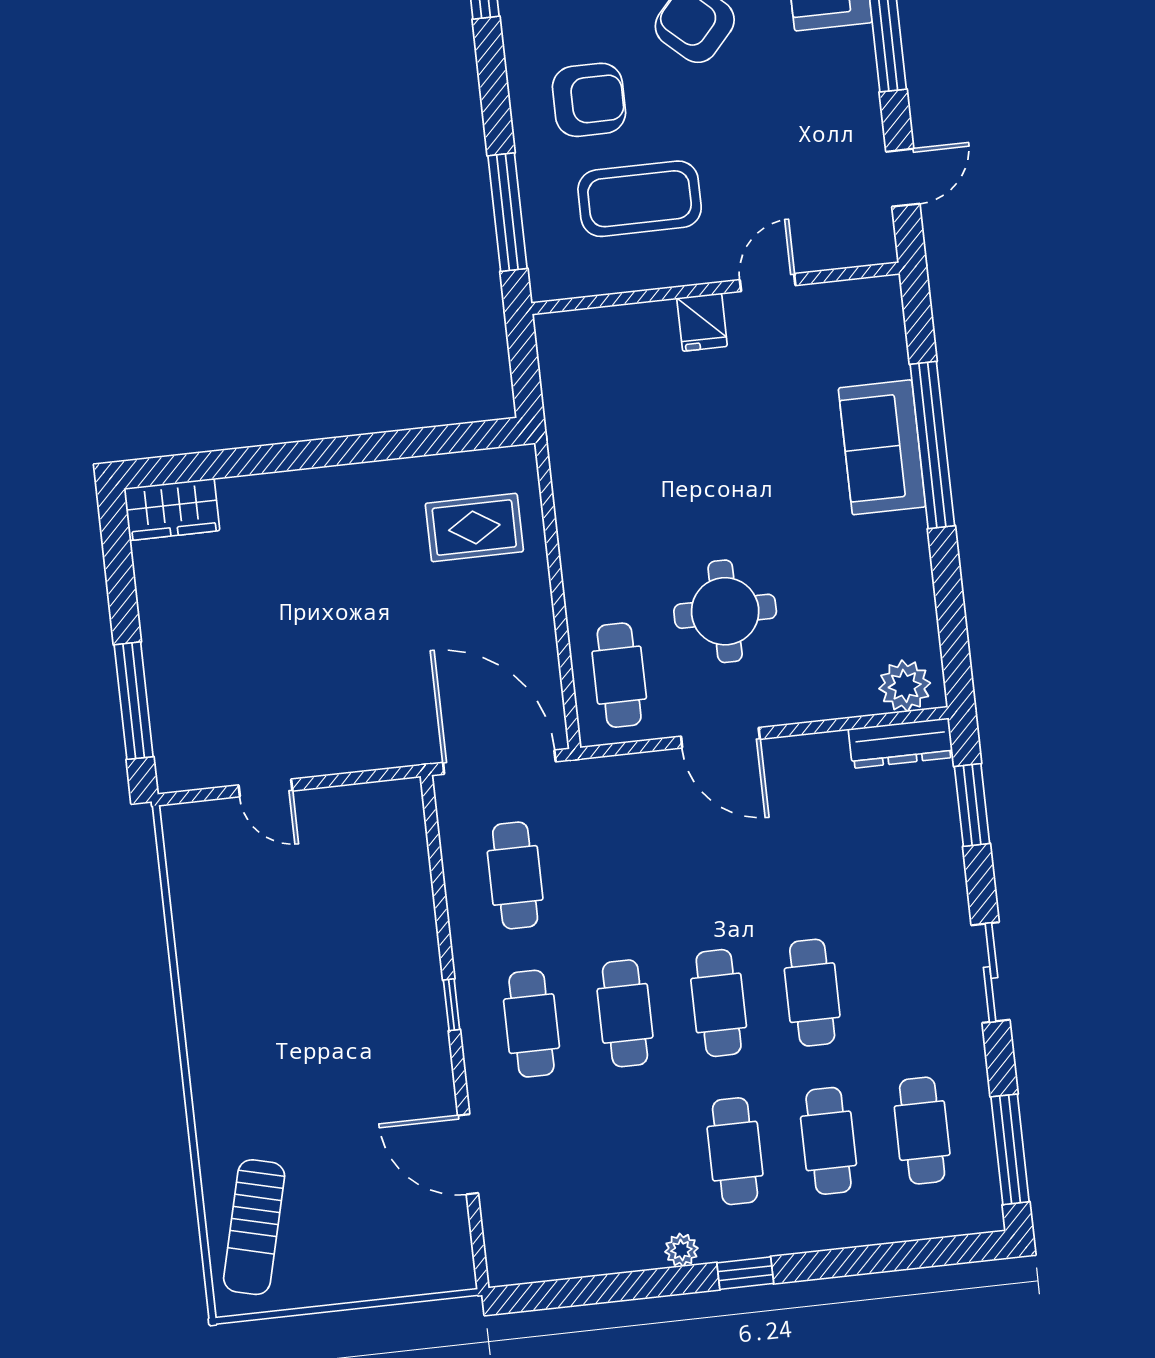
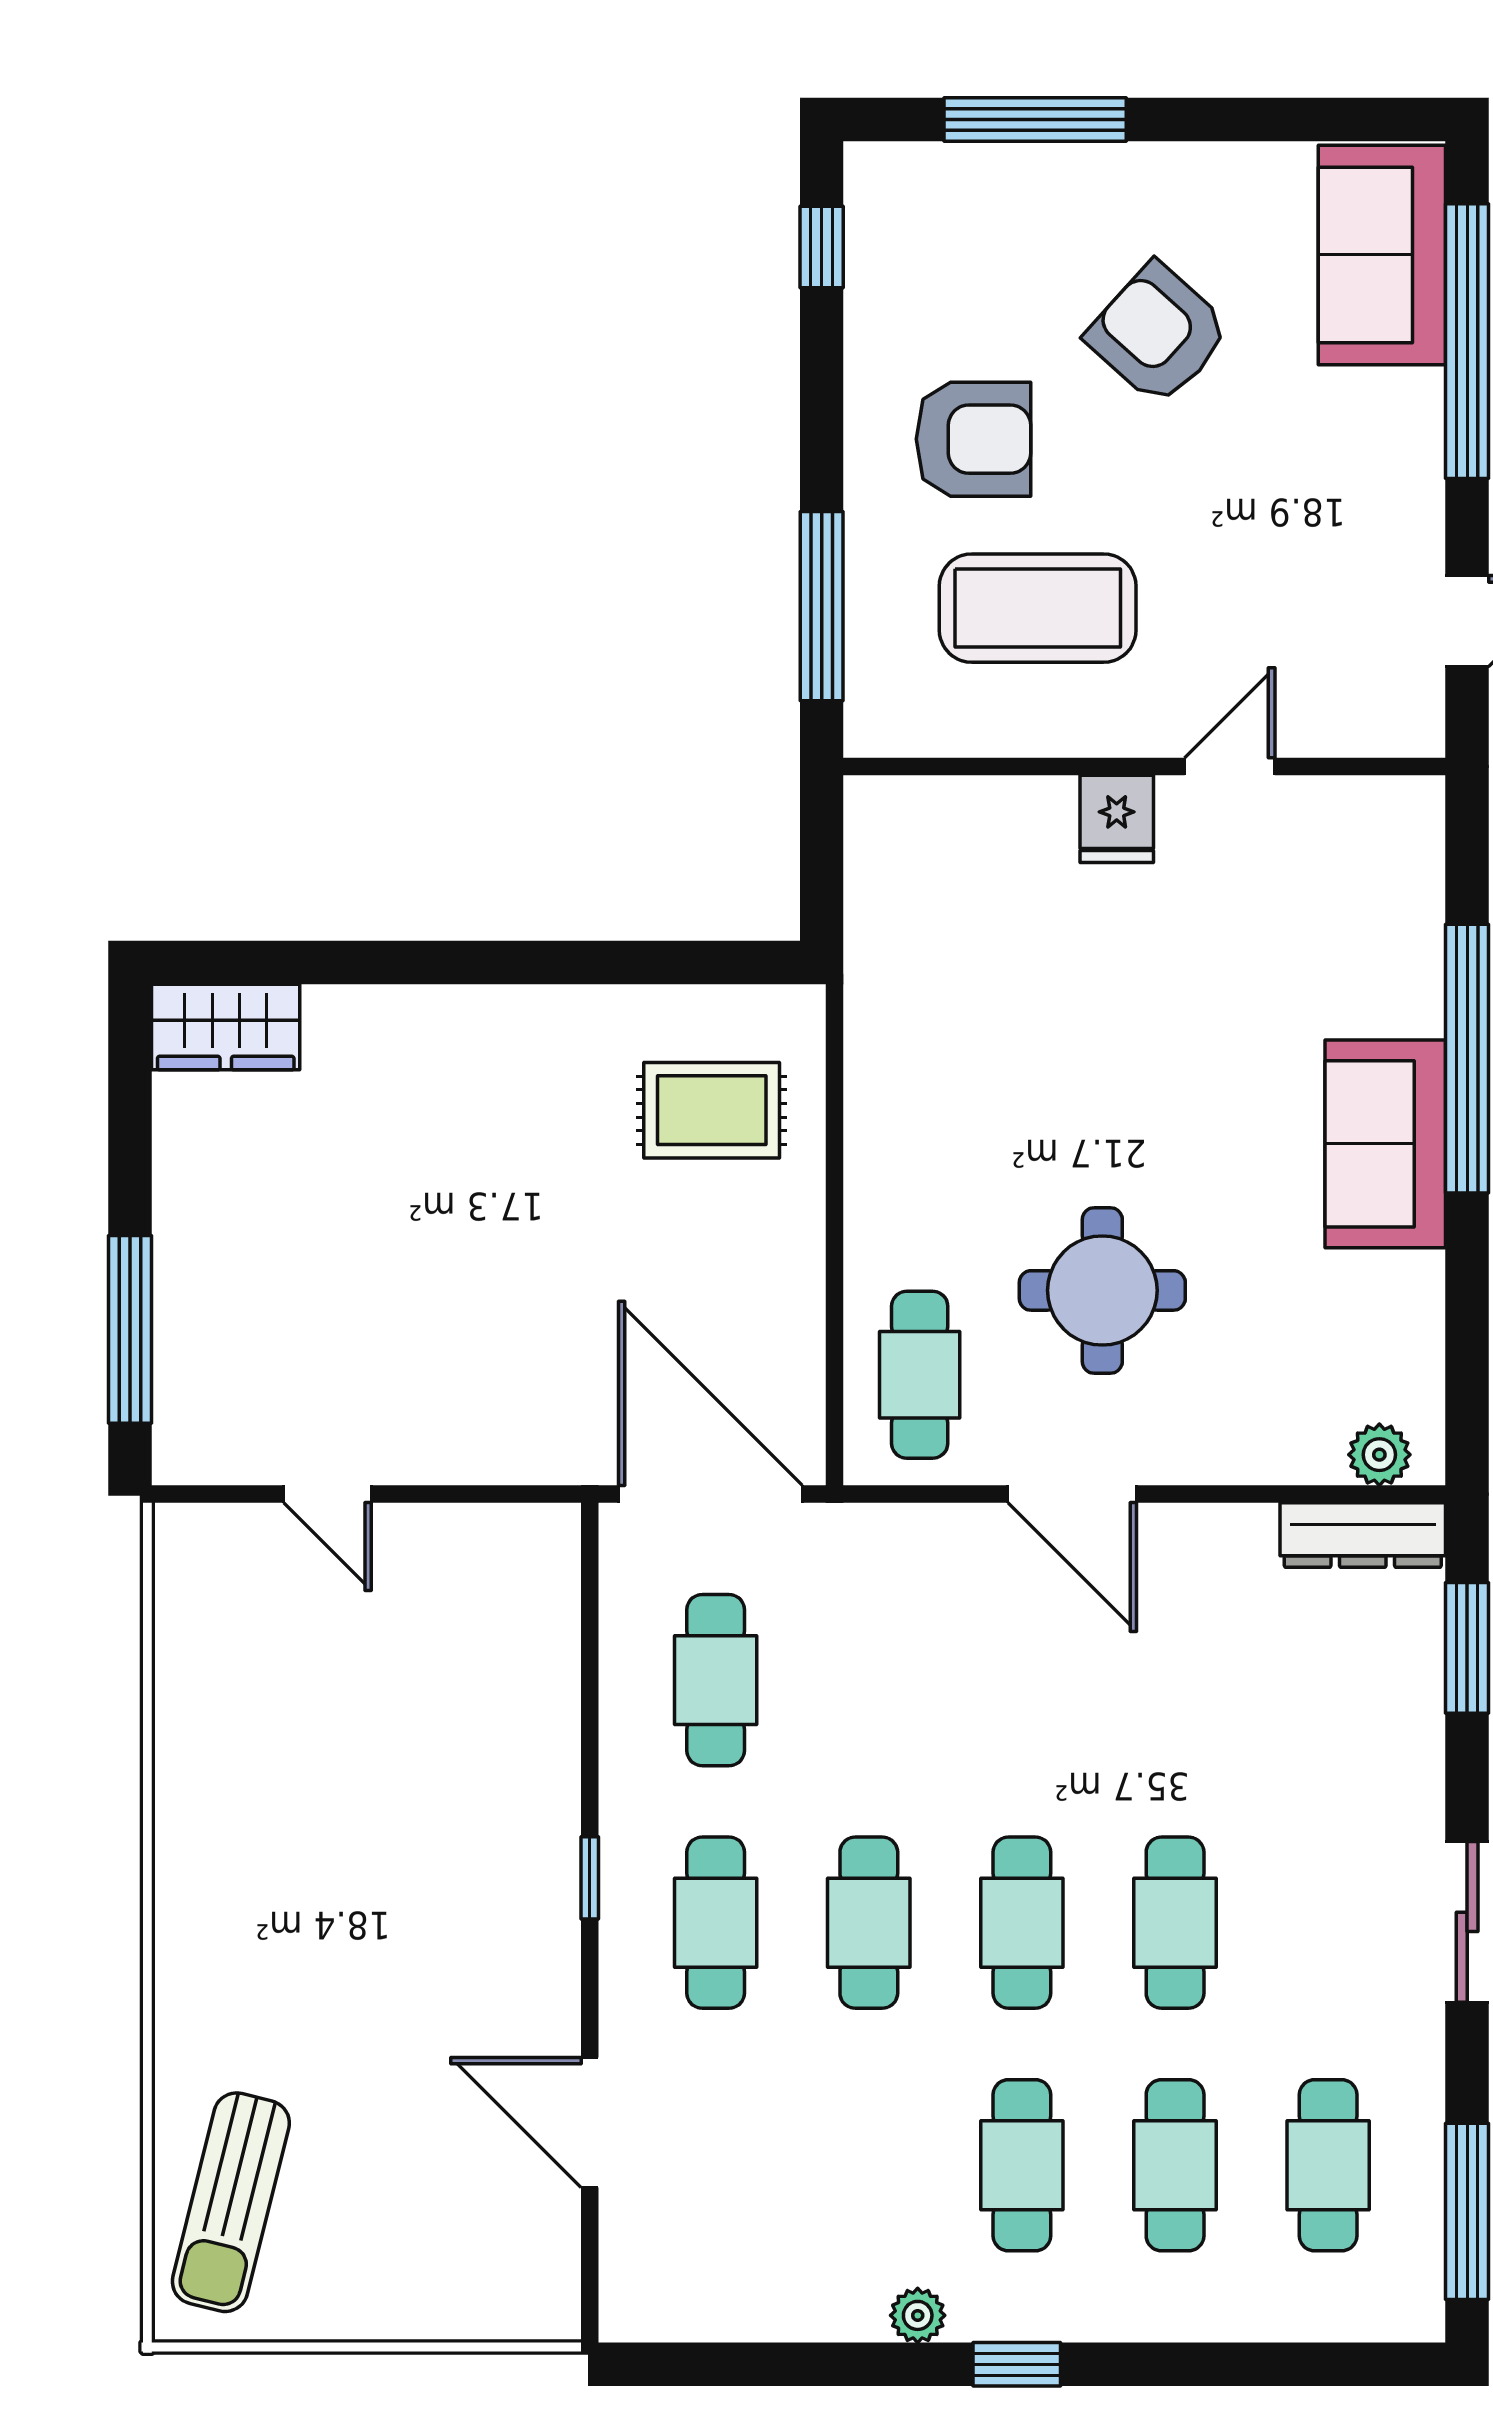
sofa: (882, 447) -> (1385, 1144), moved
plant: (905, 686) -> (1379, 1455), width x0.73, depth x0.73

